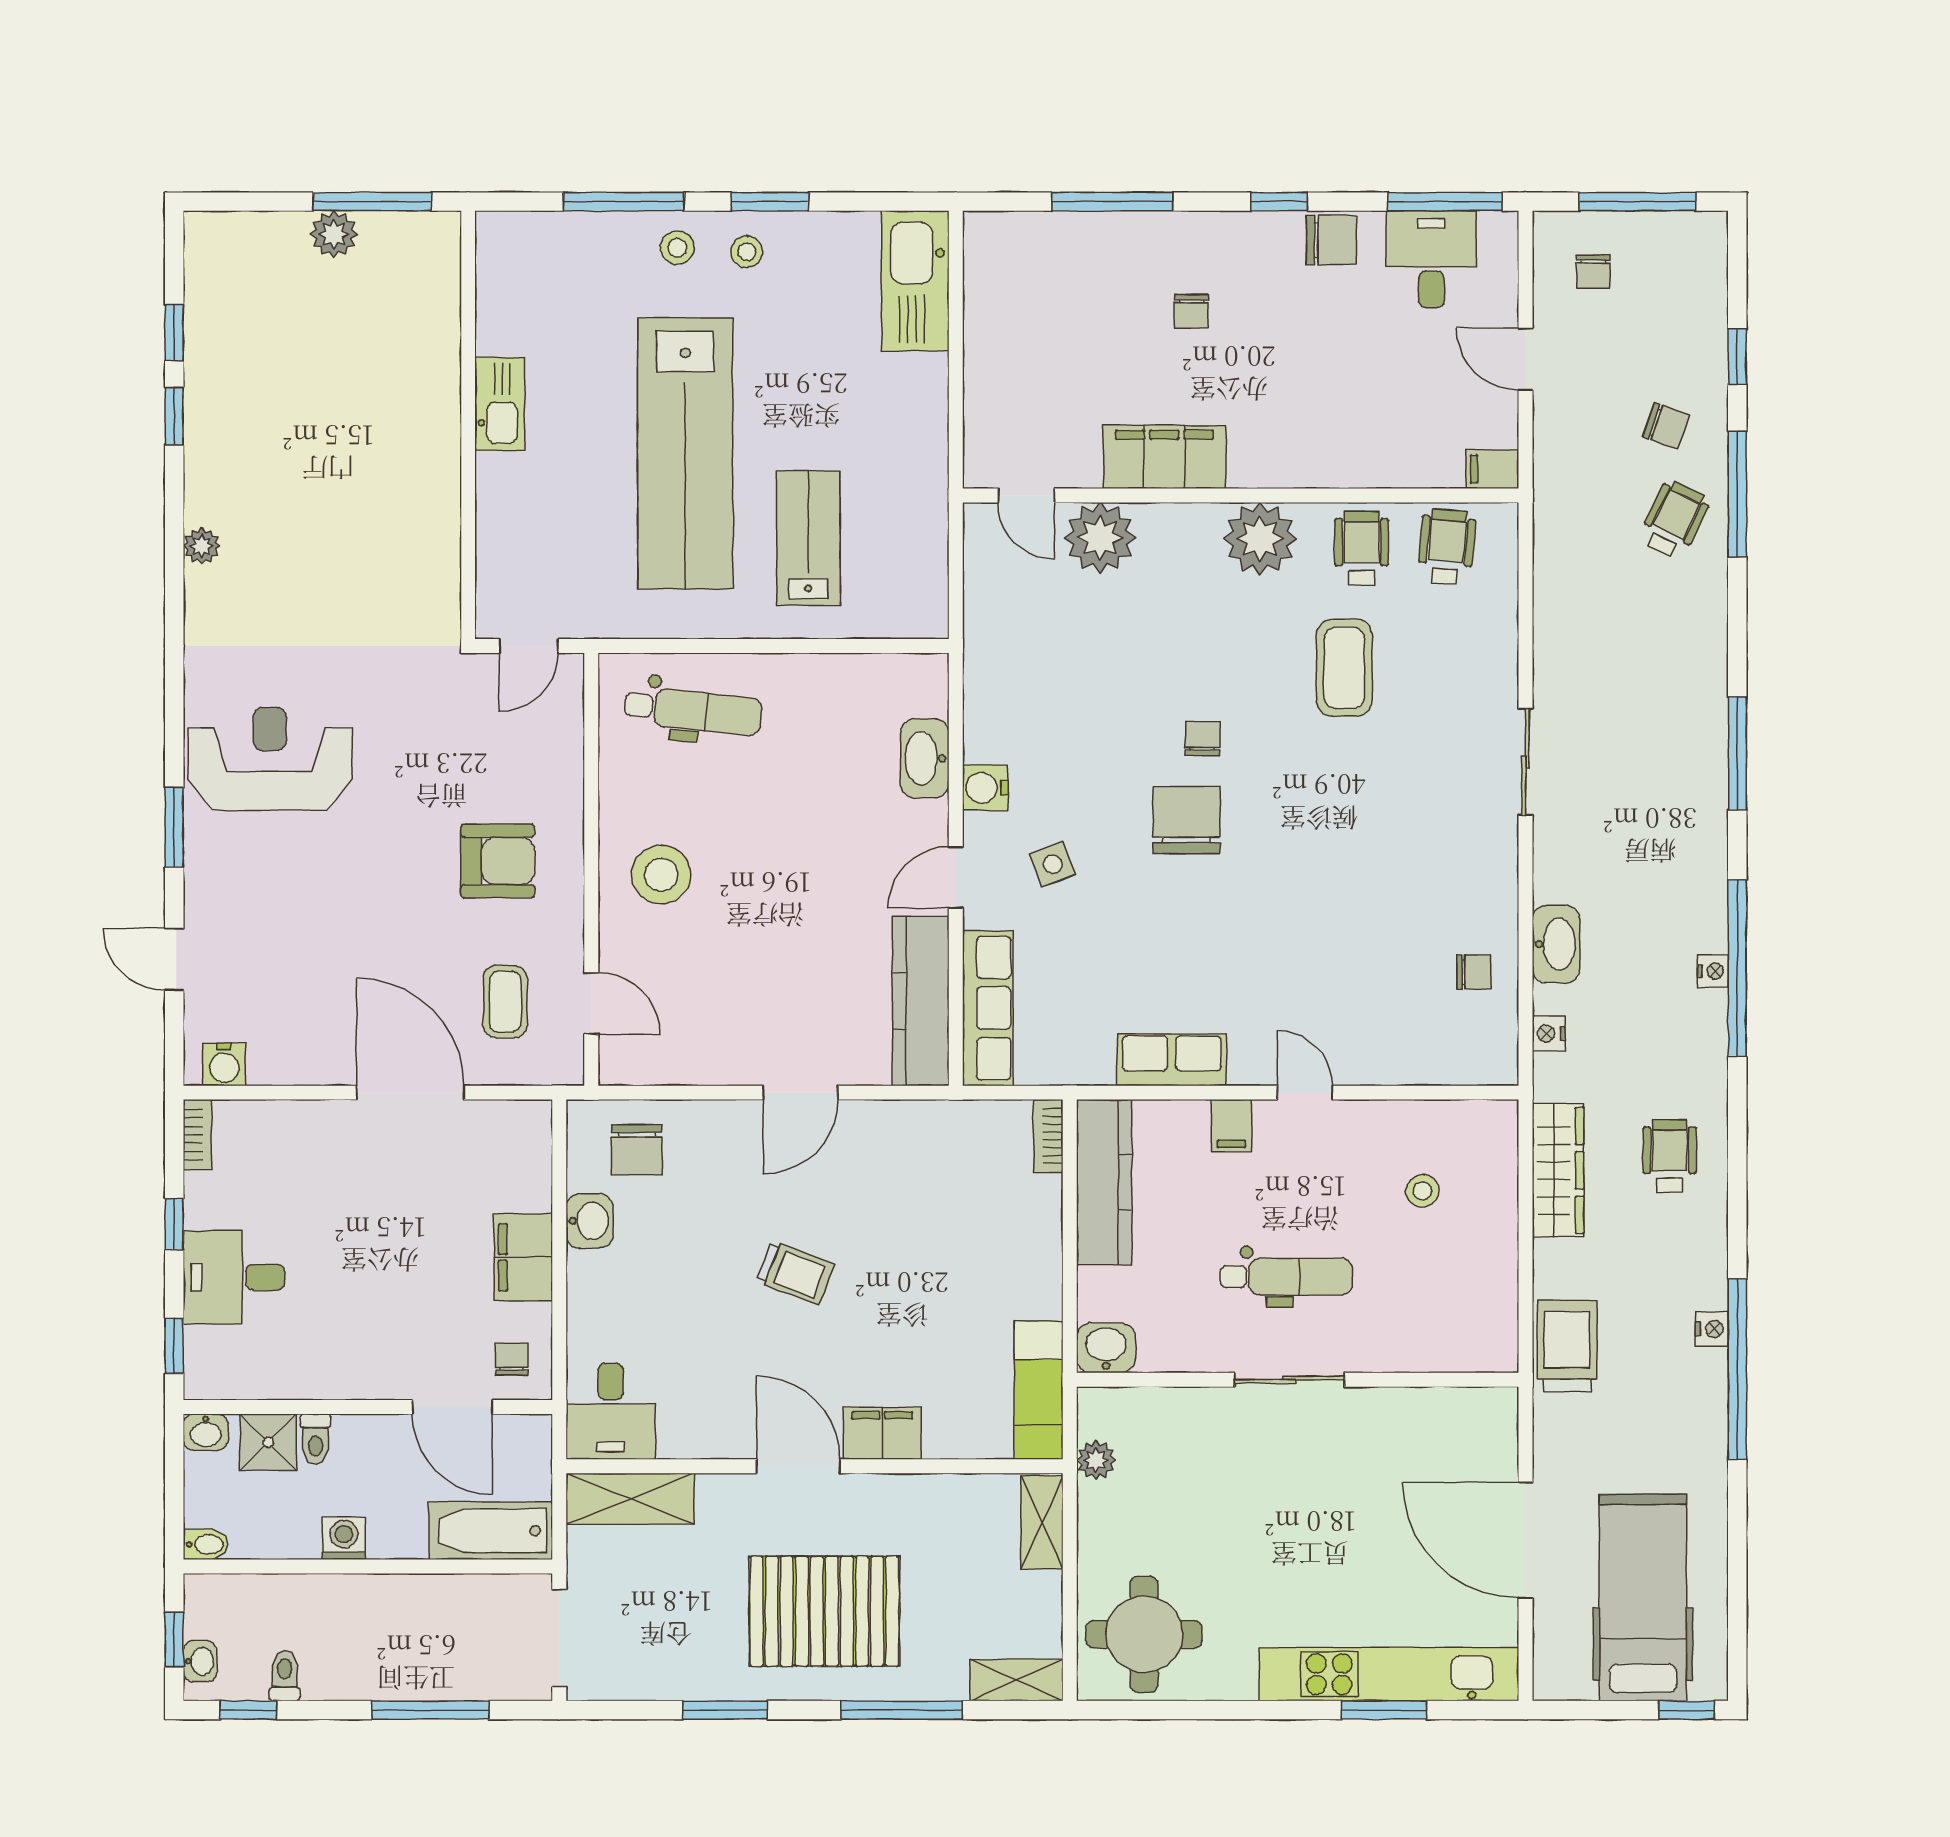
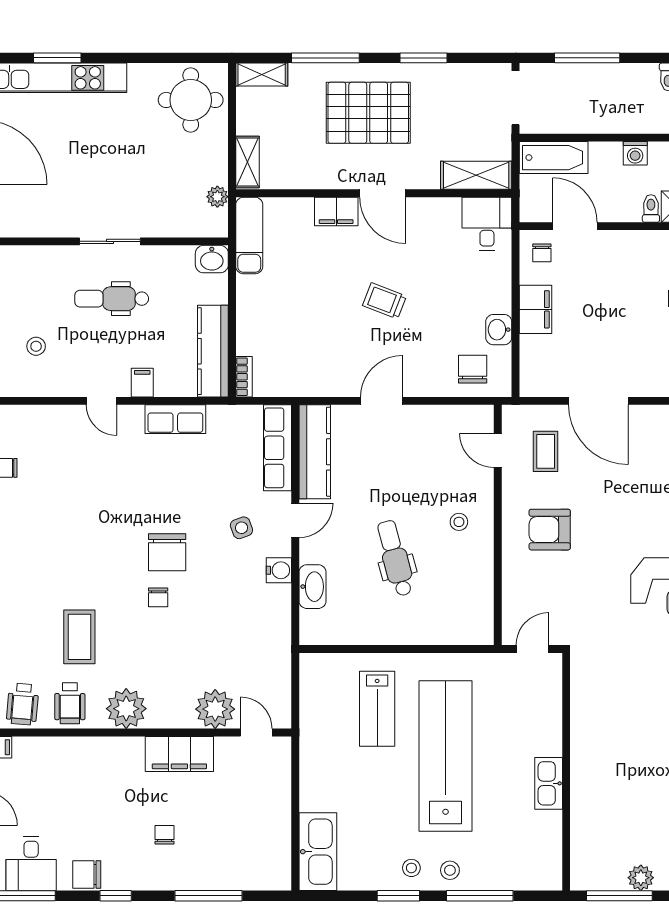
dental chair: (693, 711) -> (395, 558), moved, turned 69
stool: (661, 875) -> (459, 522), width x0.53, depth x0.53

